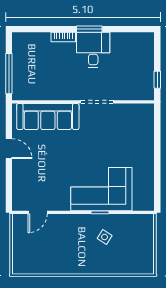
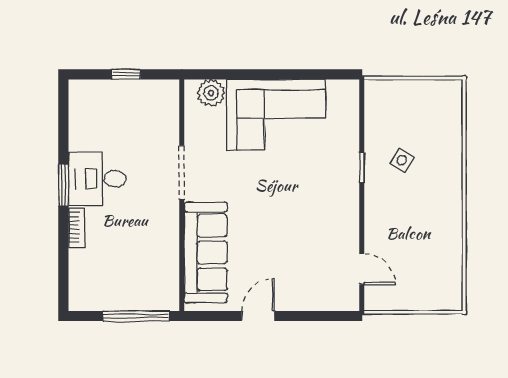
window: (157, 80) -> (126, 74), moved
plant: (146, 120) -> (211, 93), added
corner sofa: (101, 189) -> (276, 115), moved, turned -90

